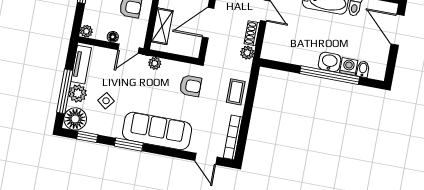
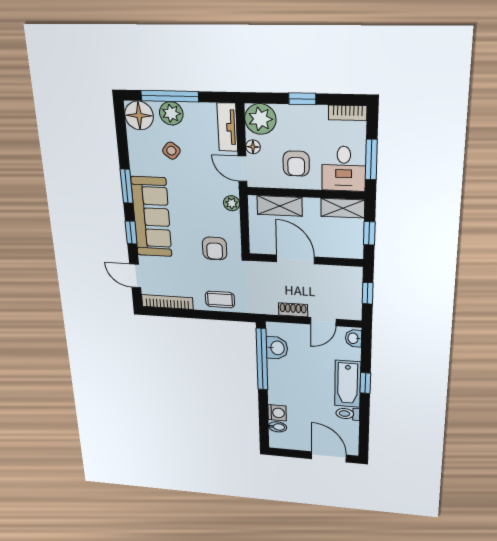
door: (398, 30) -> (329, 457), hinge flipped
plant: (86, 31) -> (260, 119), width x1.88, depth x1.88
plant: (247, 53) -> (269, 307), removed
washbasin: (330, 62) -> (277, 348), moved
tv unit: (81, 65) -> (227, 127), moved, turned 90
window: (330, 75) -> (262, 359), moved
window: (87, 137) -> (131, 233), moved
door: (206, 159) -> (135, 276), hinge flipped

